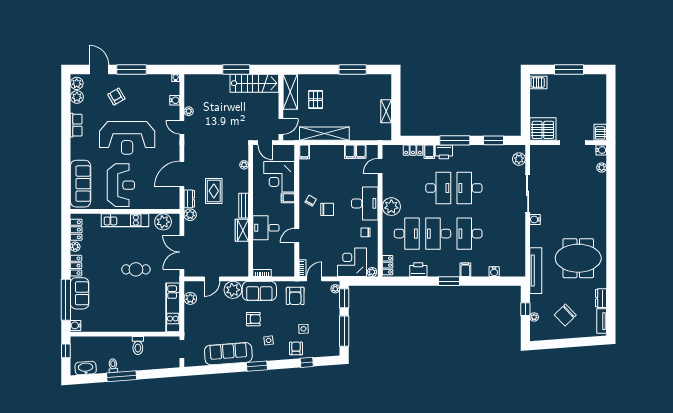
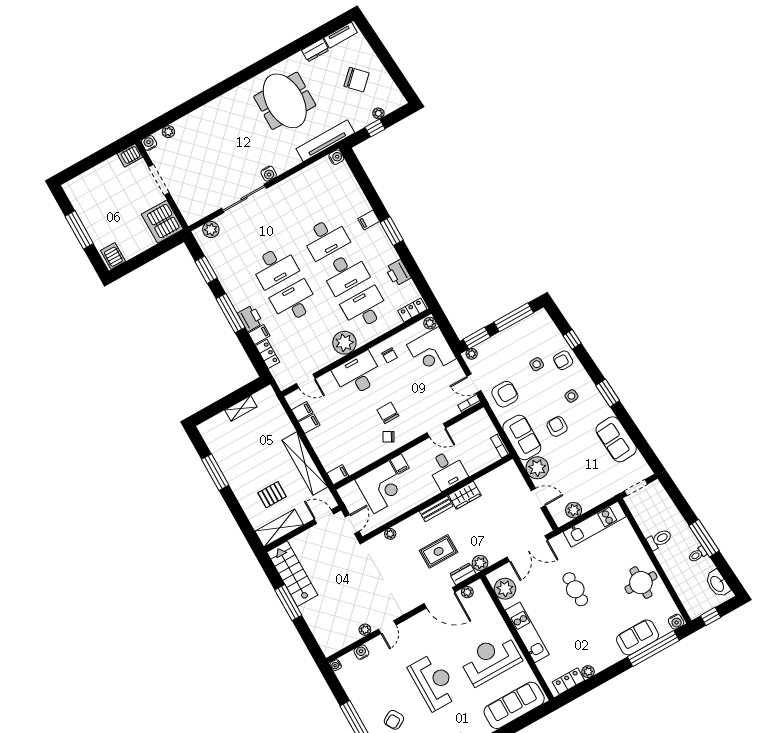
reception desk: (127, 138) -> (434, 682), width x0.74, depth x0.77
plant: (175, 195) -> (467, 592), added
locker: (76, 266) -> (609, 659), removed
water cooler: (494, 272) -> (336, 157), moved
round table: (115, 316) -> (641, 583), added
sofa: (228, 354) -> (616, 439), width x0.73

